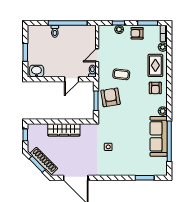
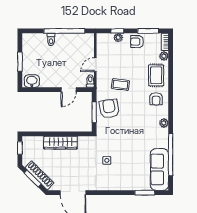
sofa: (159, 136) -> (159, 169), moved

